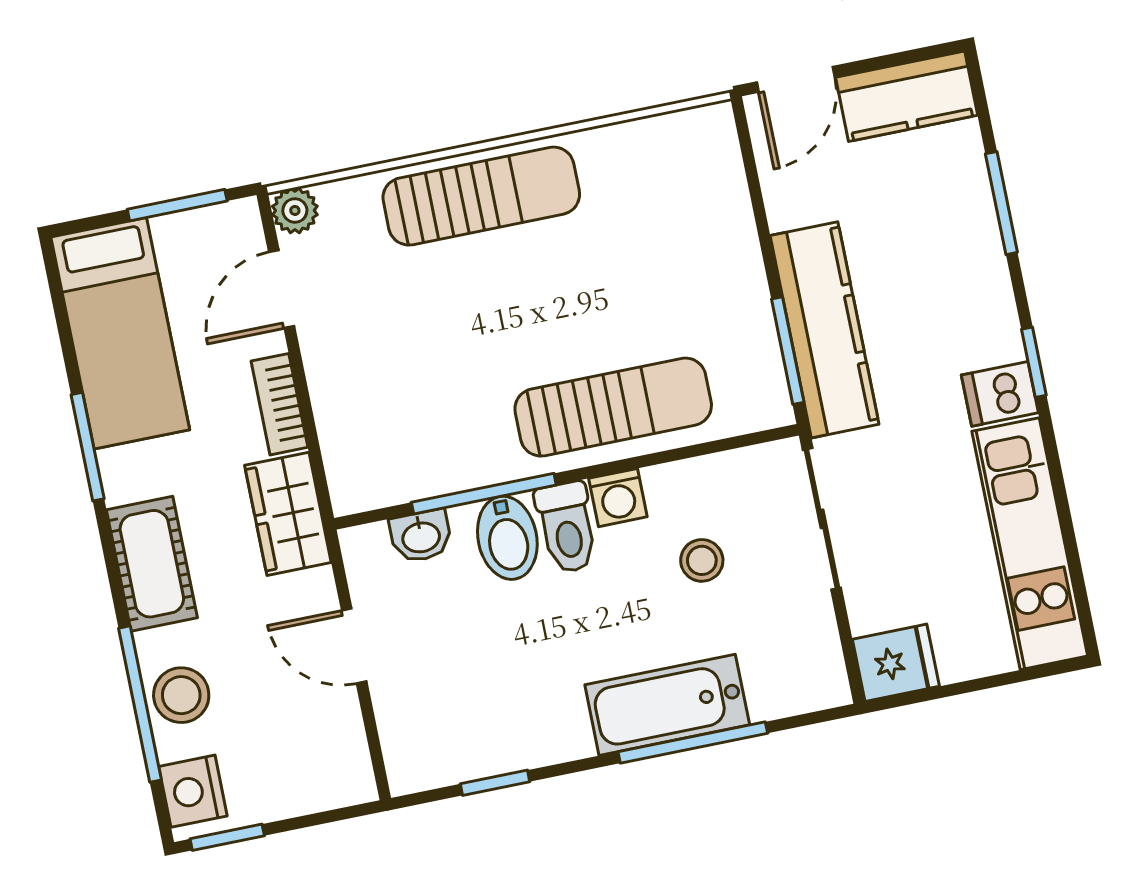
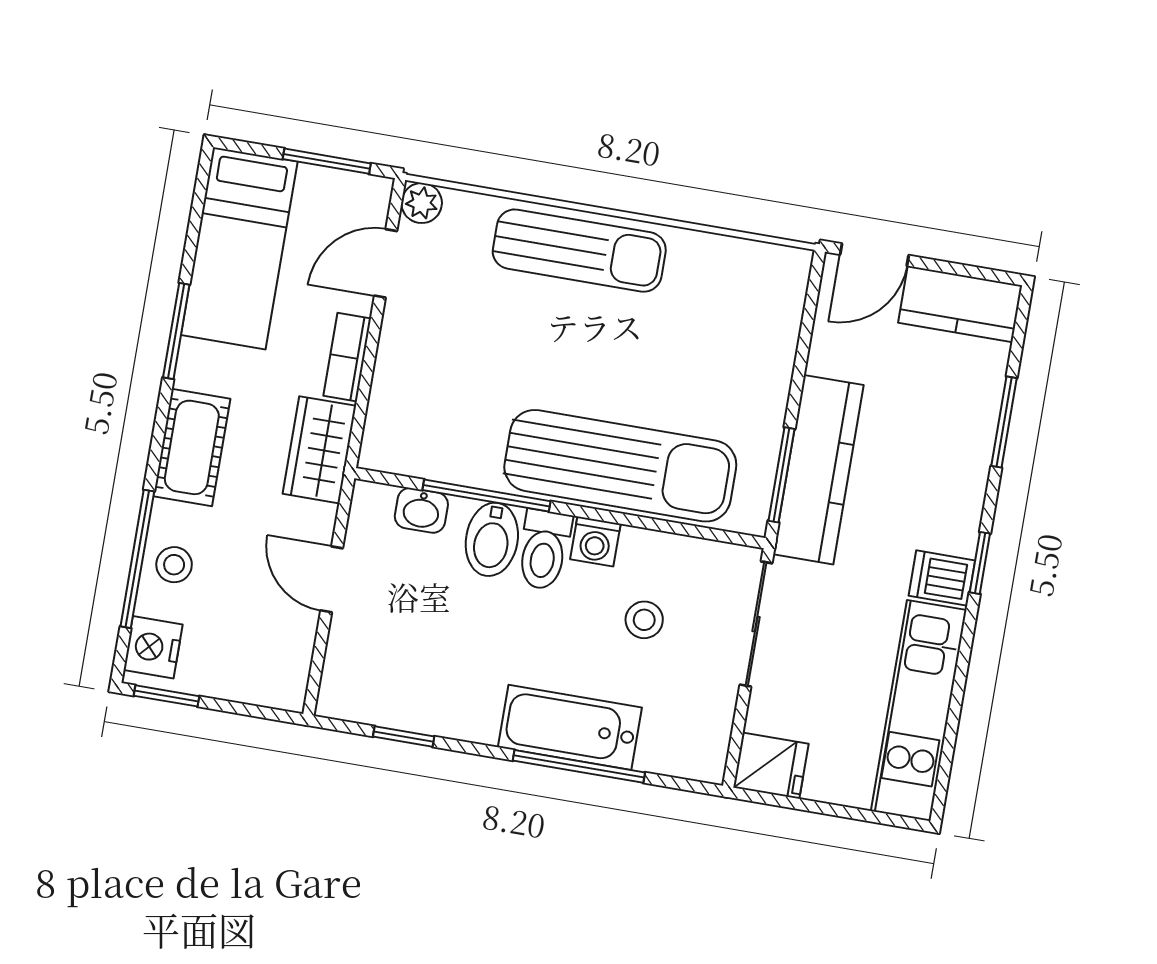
sun lounger: (613, 407) -> (620, 466), width x1.36, depth x1.34
stool: (181, 695) -> (174, 565), width x0.73, depth x0.73

